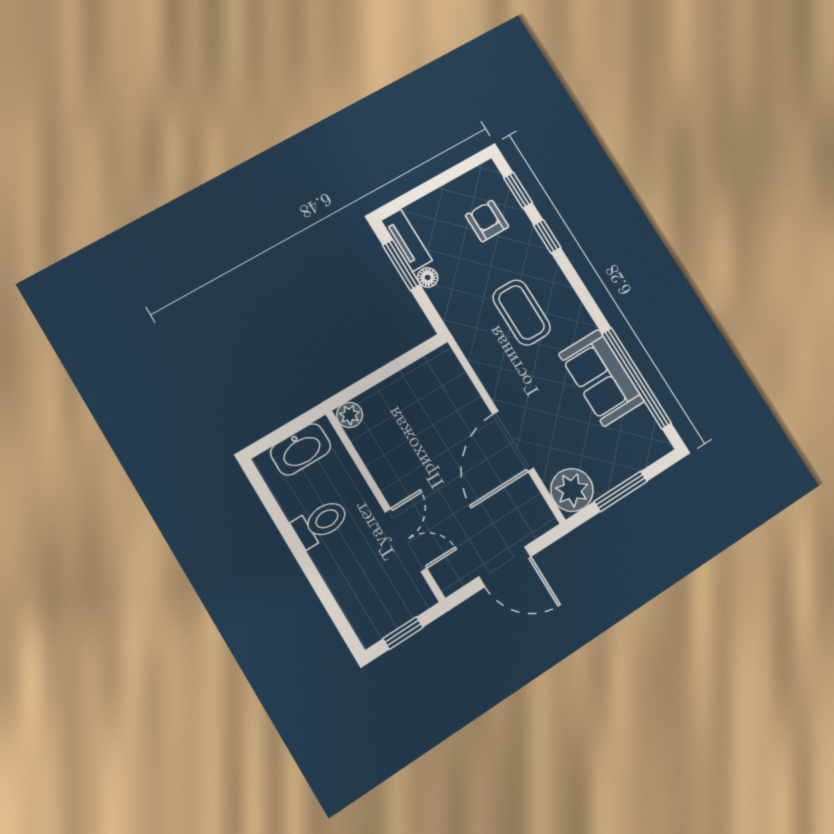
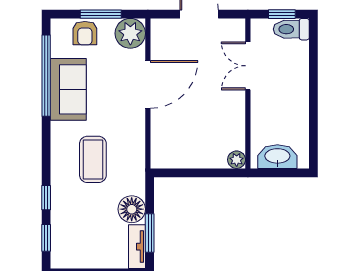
armchair: (487, 221) -> (85, 33), moved
floor lamp: (428, 277) -> (132, 209), width x1.89, depth x1.89
toilet: (321, 523) -> (291, 29), moved

